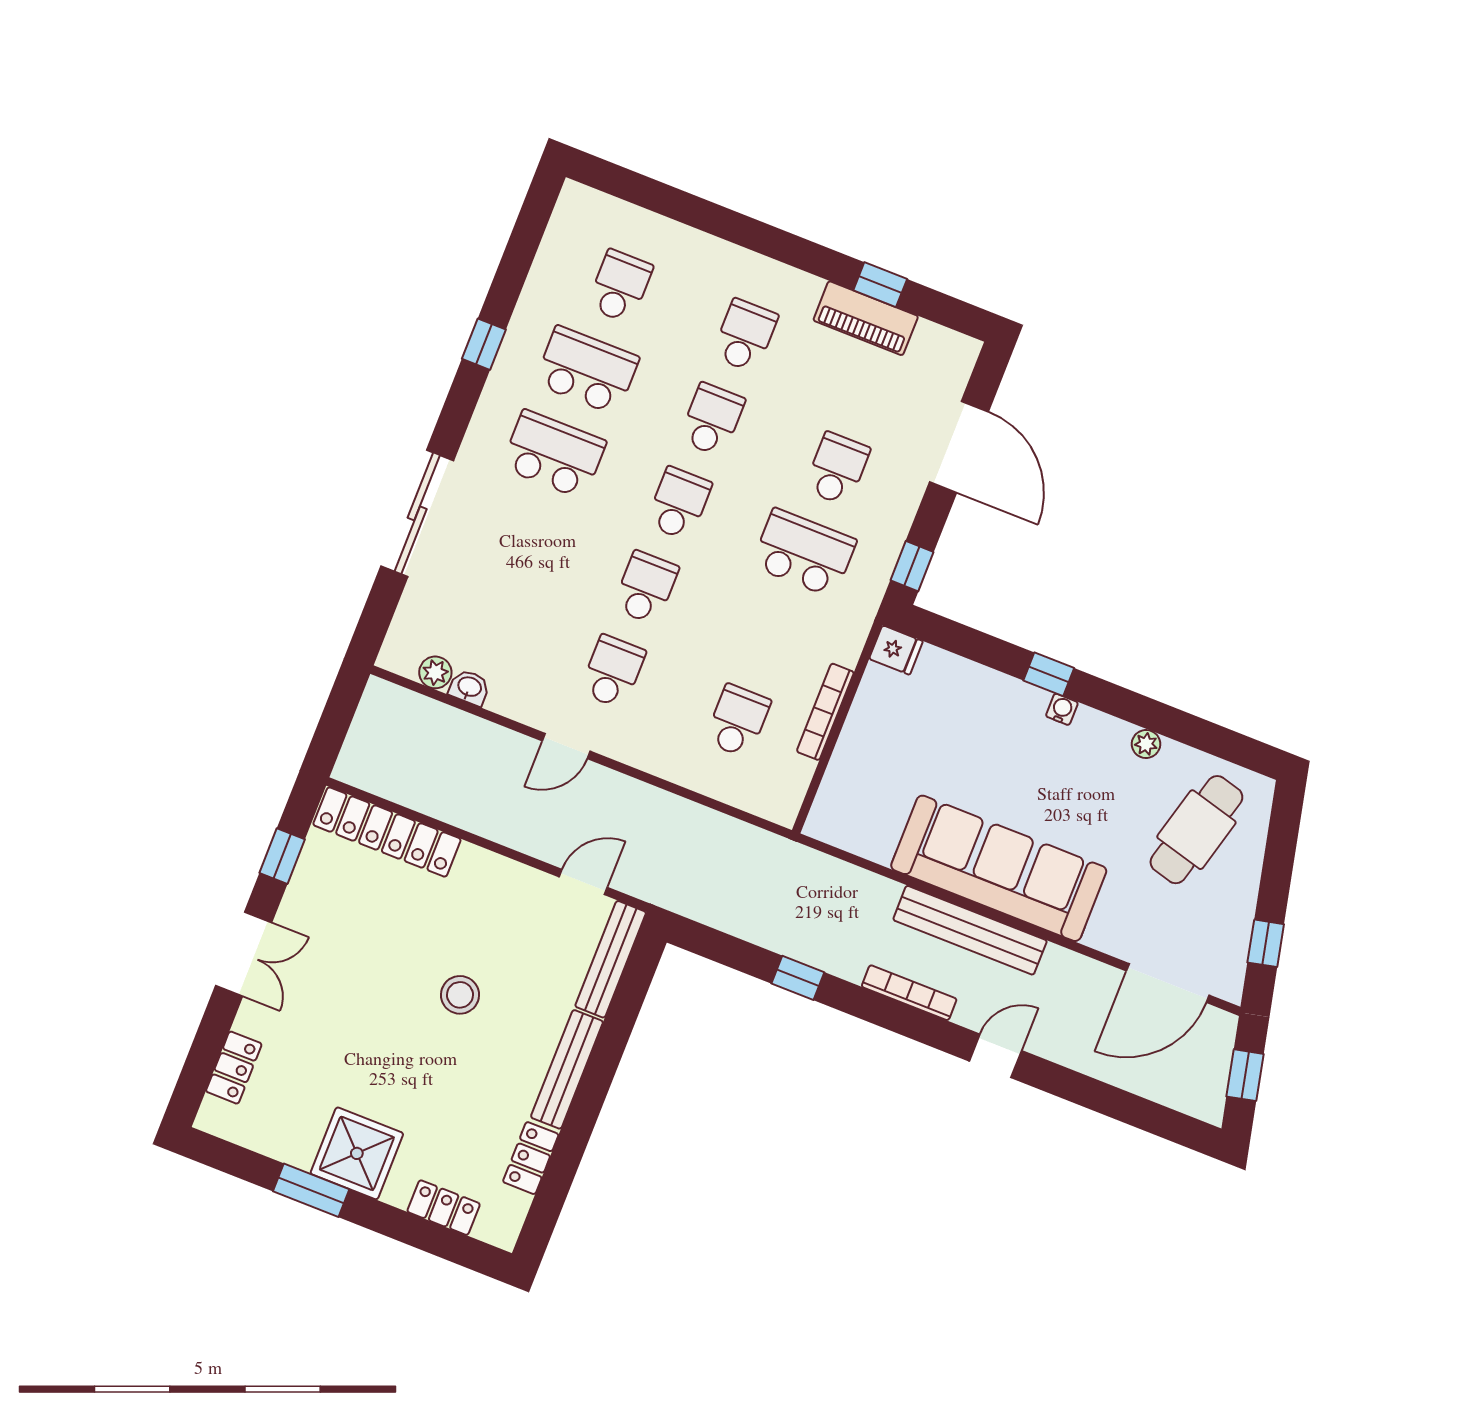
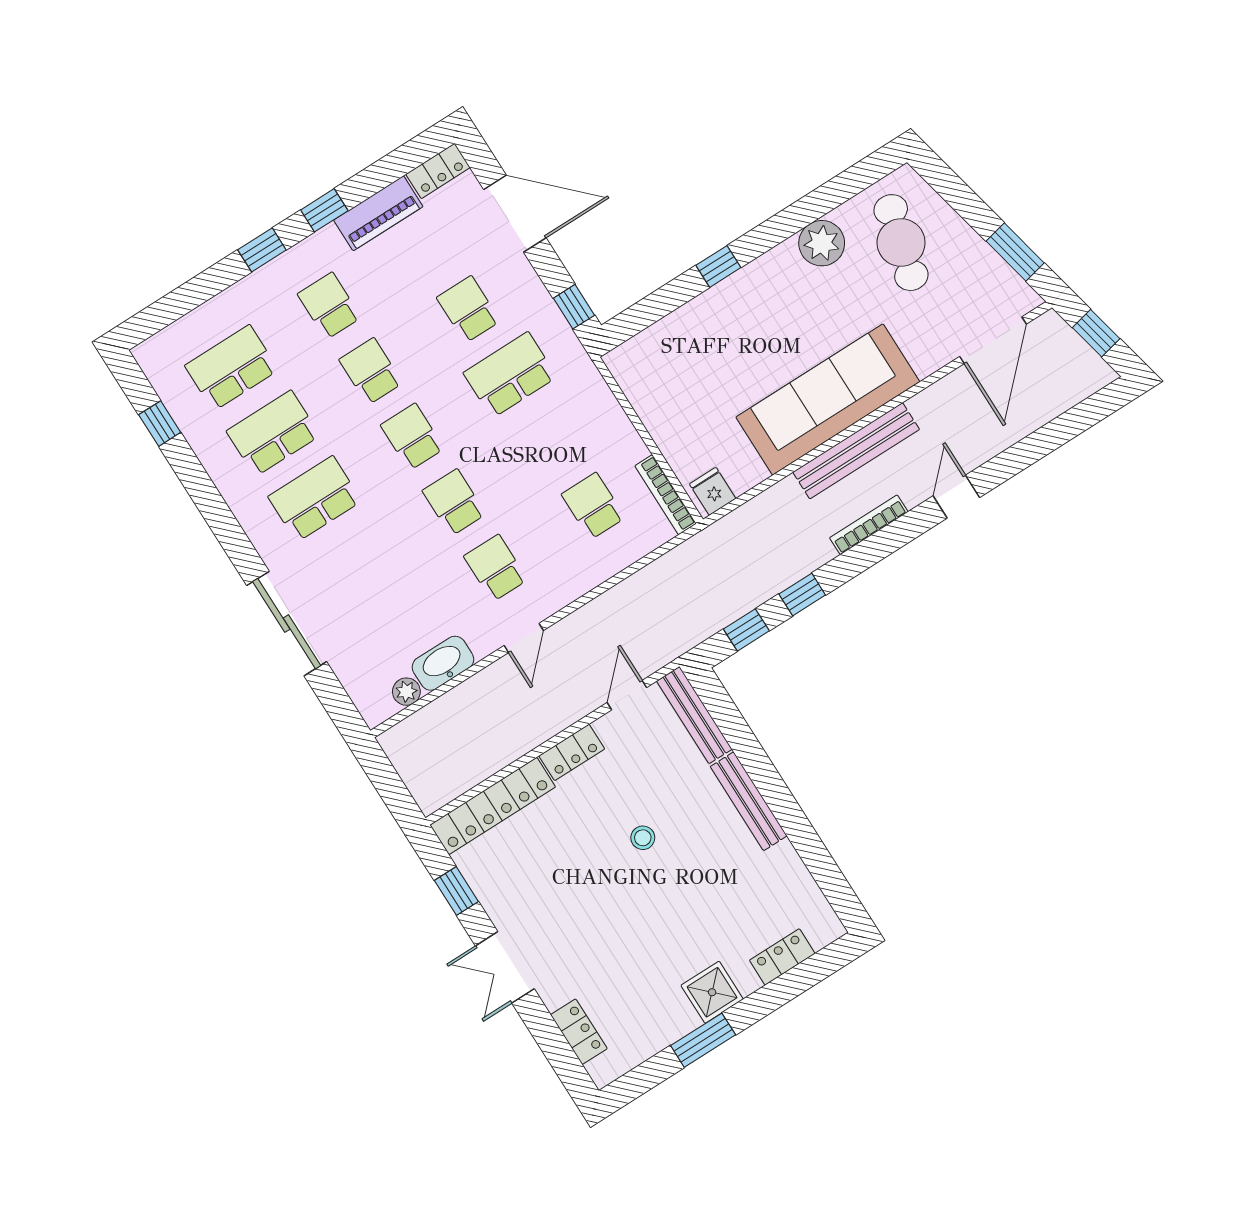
window: (752, 234) -> (262, 250), added
window: (880, 285) -> (324, 210), moved
school desk: (620, 286) -> (232, 368), width x1.85
window: (484, 344) -> (160, 424), moved
locker: (946, 345) -> (438, 171), added
fridge: (896, 650) -> (713, 491), moved, turned -90
washbasin: (469, 687) -> (443, 663), width x1.91, depth x1.45
water cooler: (1062, 709) -> (749, 275), removed
bookcase: (825, 712) -> (666, 495), moved
plant: (1146, 744) -> (822, 243), width x1.87, depth x1.87
window: (1266, 943) -> (1015, 252), width x1.50
window: (726, 950) -> (746, 630), added
double door: (244, 954) -> (505, 967), swing flipped
stool: (460, 995) -> (643, 838), width x0.73, depth x0.73
shower: (357, 1153) -> (712, 992), width x0.73, depth x0.73
locker: (531, 1158) -> (572, 752), moved, turned -90

